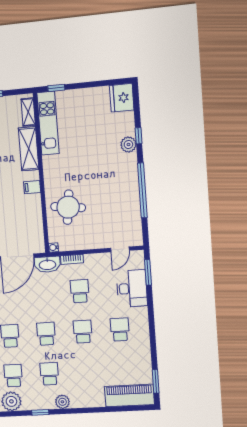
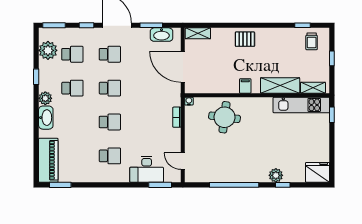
washbasin: (47, 264) -> (46, 118), moved, turned 180
school desk: (80, 291) -> (147, 122), removed

